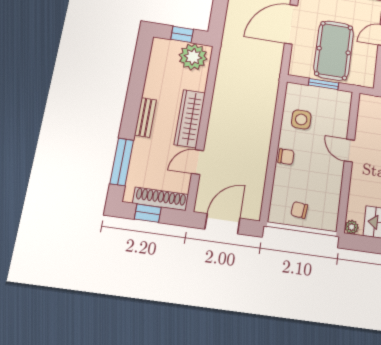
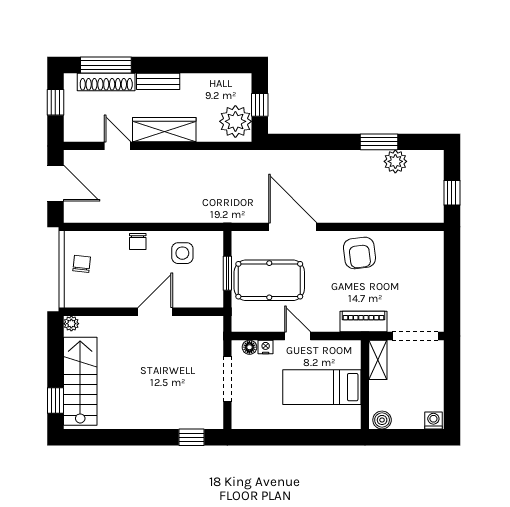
door: (349, 151) -> (155, 312), width x1.38
shoe rack: (161, 199) -> (106, 82), moved, turned 90

